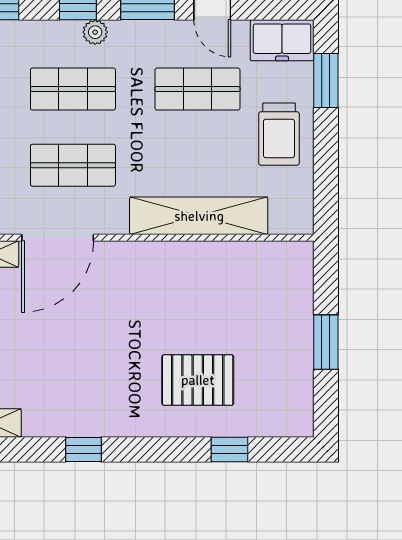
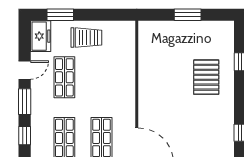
plant: (95, 32) -> (37, 127), removed
shelving: (199, 216) -> (126, 77), removed

